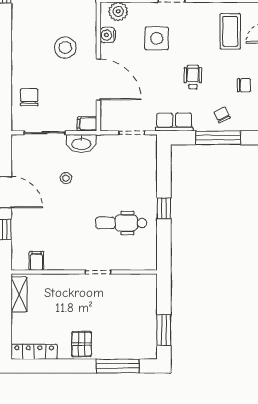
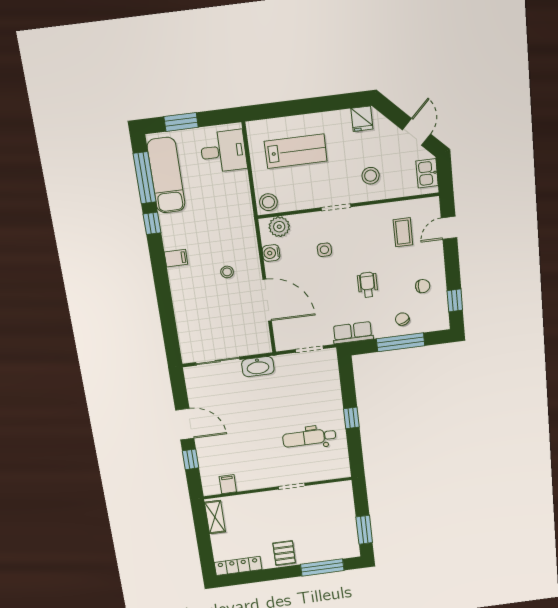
coffee table: (230, 31) -> (403, 232), width x0.73, depth x0.77
side table: (157, 38) -> (324, 250), width x0.54, depth x0.54
stool: (65, 48) -> (227, 272), width x0.53, depth x0.53
chair: (29, 97) -> (196, 328), removed
filing cabinet: (87, 124) -> (176, 258), moved, turned 180
stool: (66, 178) -> (247, 402), removed

